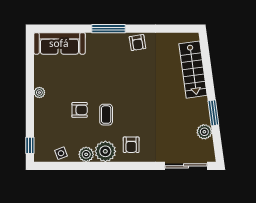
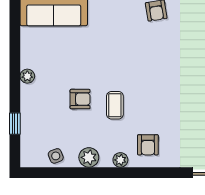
window: (30, 145) -> (15, 124), moved
plant: (105, 151) -> (120, 160), width x0.53, depth x0.53

